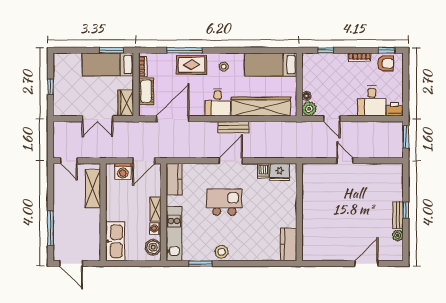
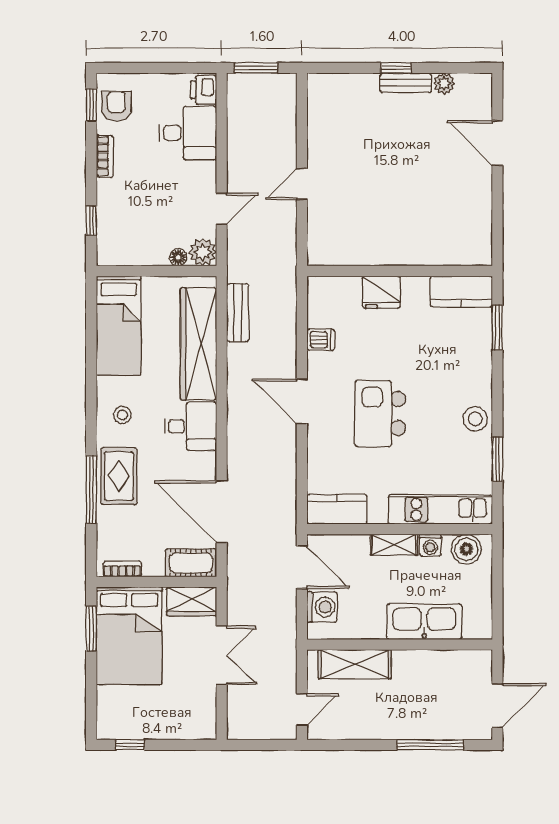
bed: (108, 64) -> (129, 636), width x1.50
window: (50, 87) -> (130, 745), moved
cot: (146, 91) -> (191, 563), moved
bench: (233, 127) -> (238, 313), moved
fridge: (280, 172) -> (381, 292), moved, turned 90
kitchen sink: (115, 241) -> (424, 622), moved
window: (269, 264) -> (497, 328), added

